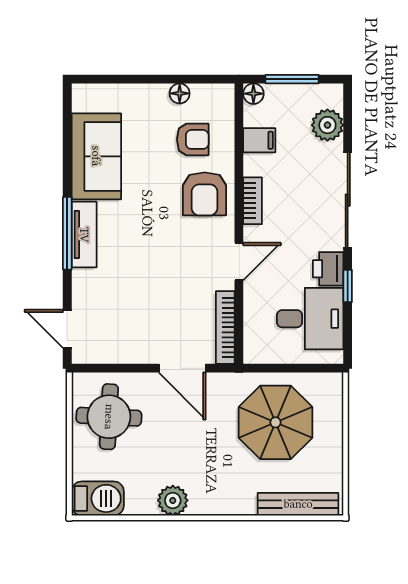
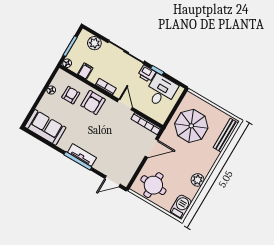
sofa: (96, 156) -> (45, 127), moved
armchair: (205, 194) -> (93, 103), turned 90

